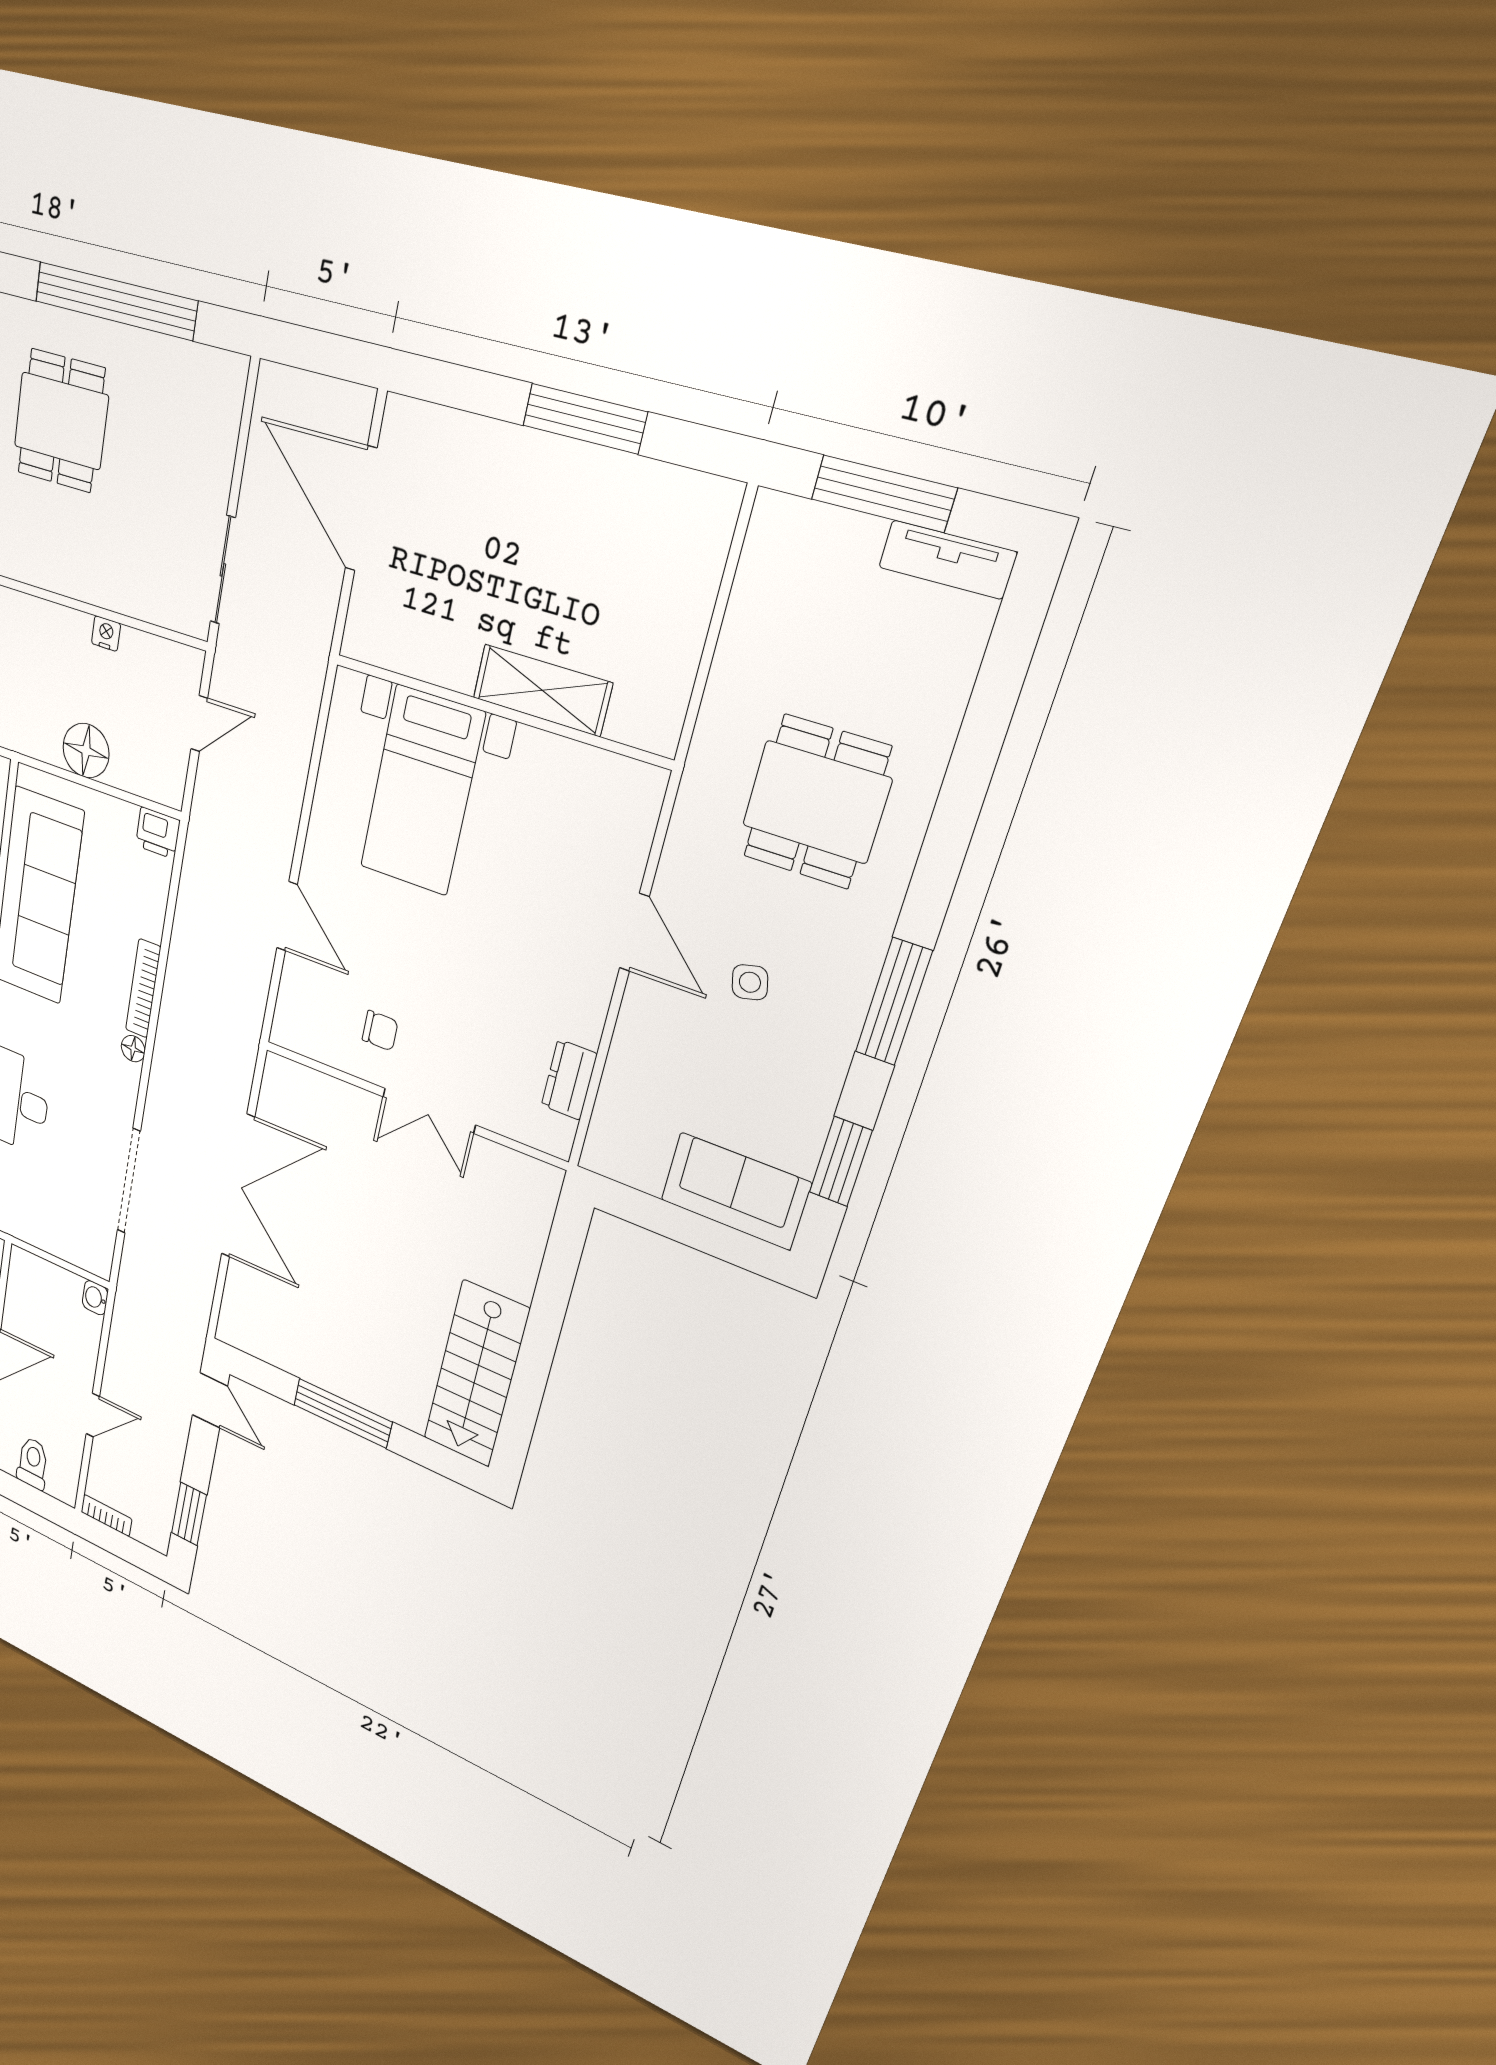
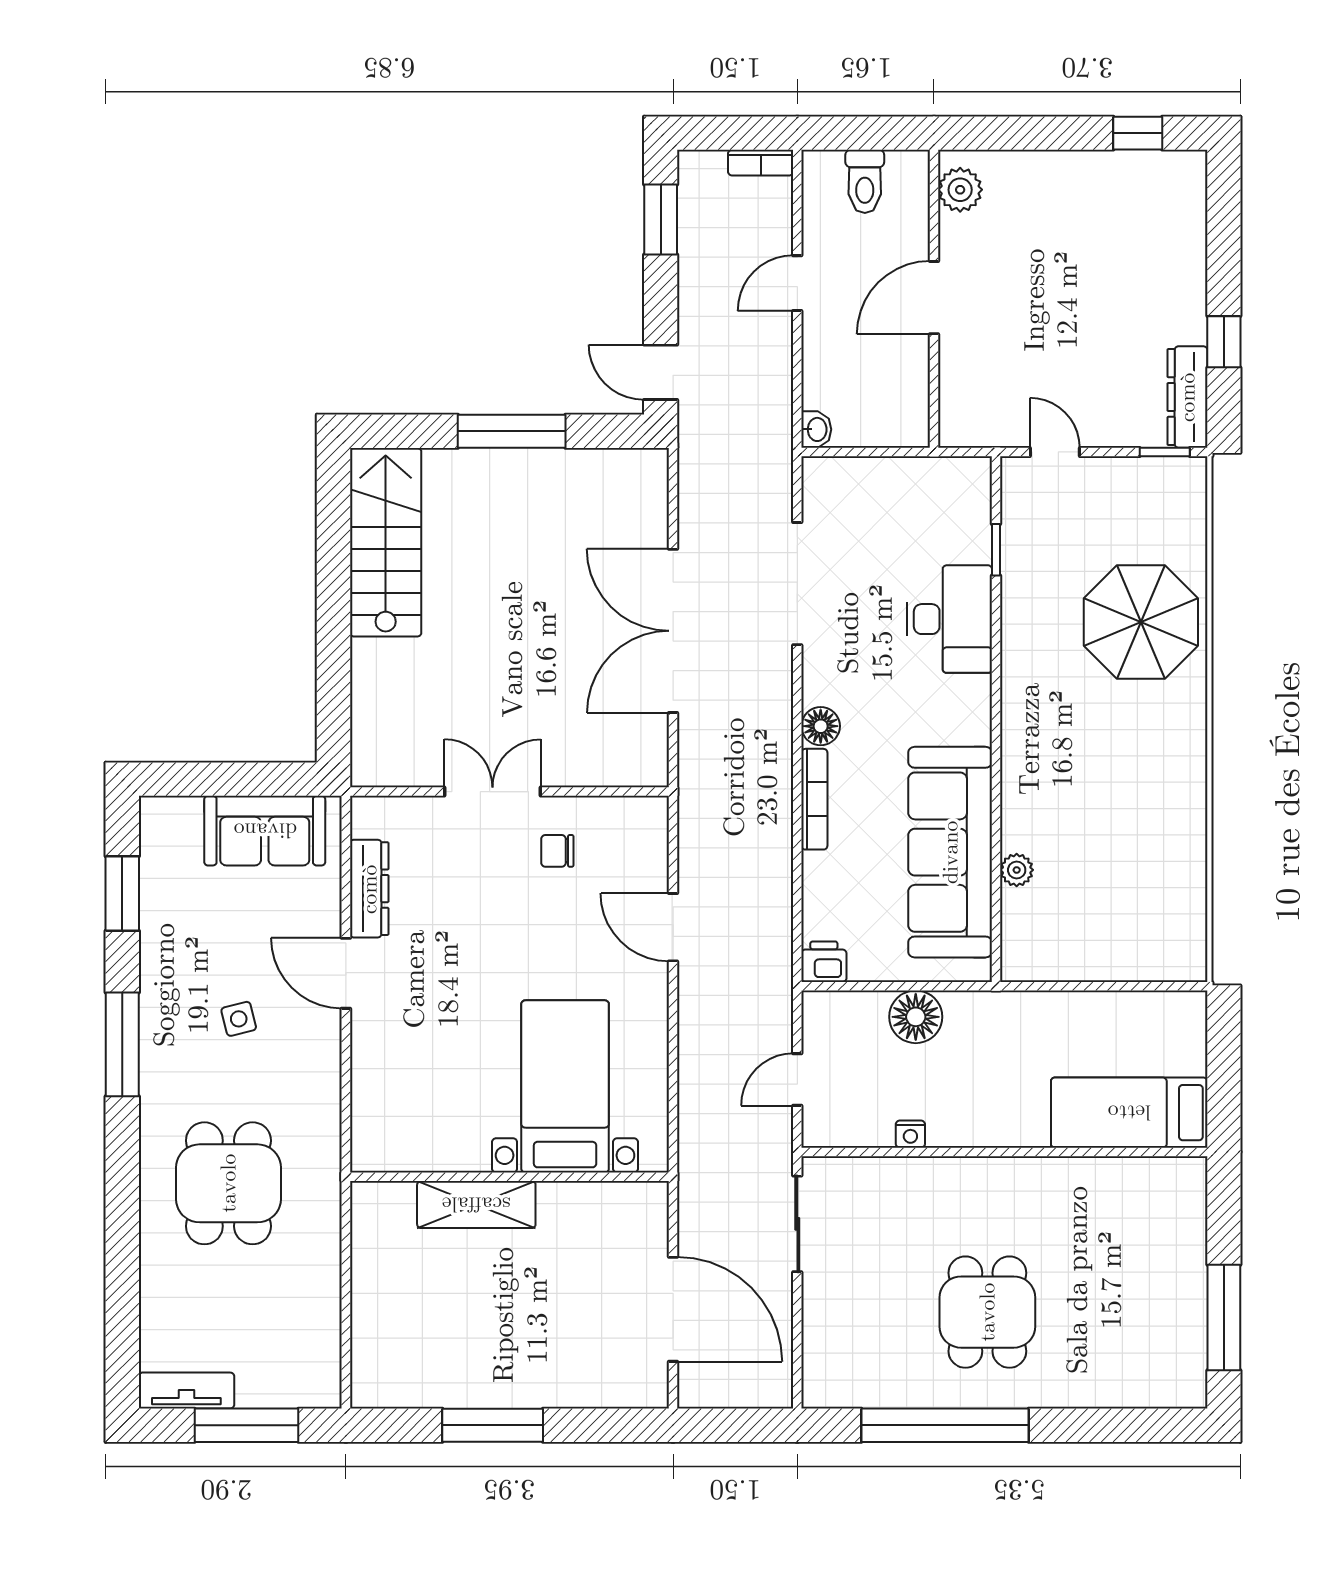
door: (634, 932) -> (346, 973), moved
floor lamp: (133, 1049) -> (821, 726), width x1.37, depth x1.37
dresser: (569, 1080) -> (369, 889), width x1.44
sofa: (735, 1191) -> (265, 831), moved

